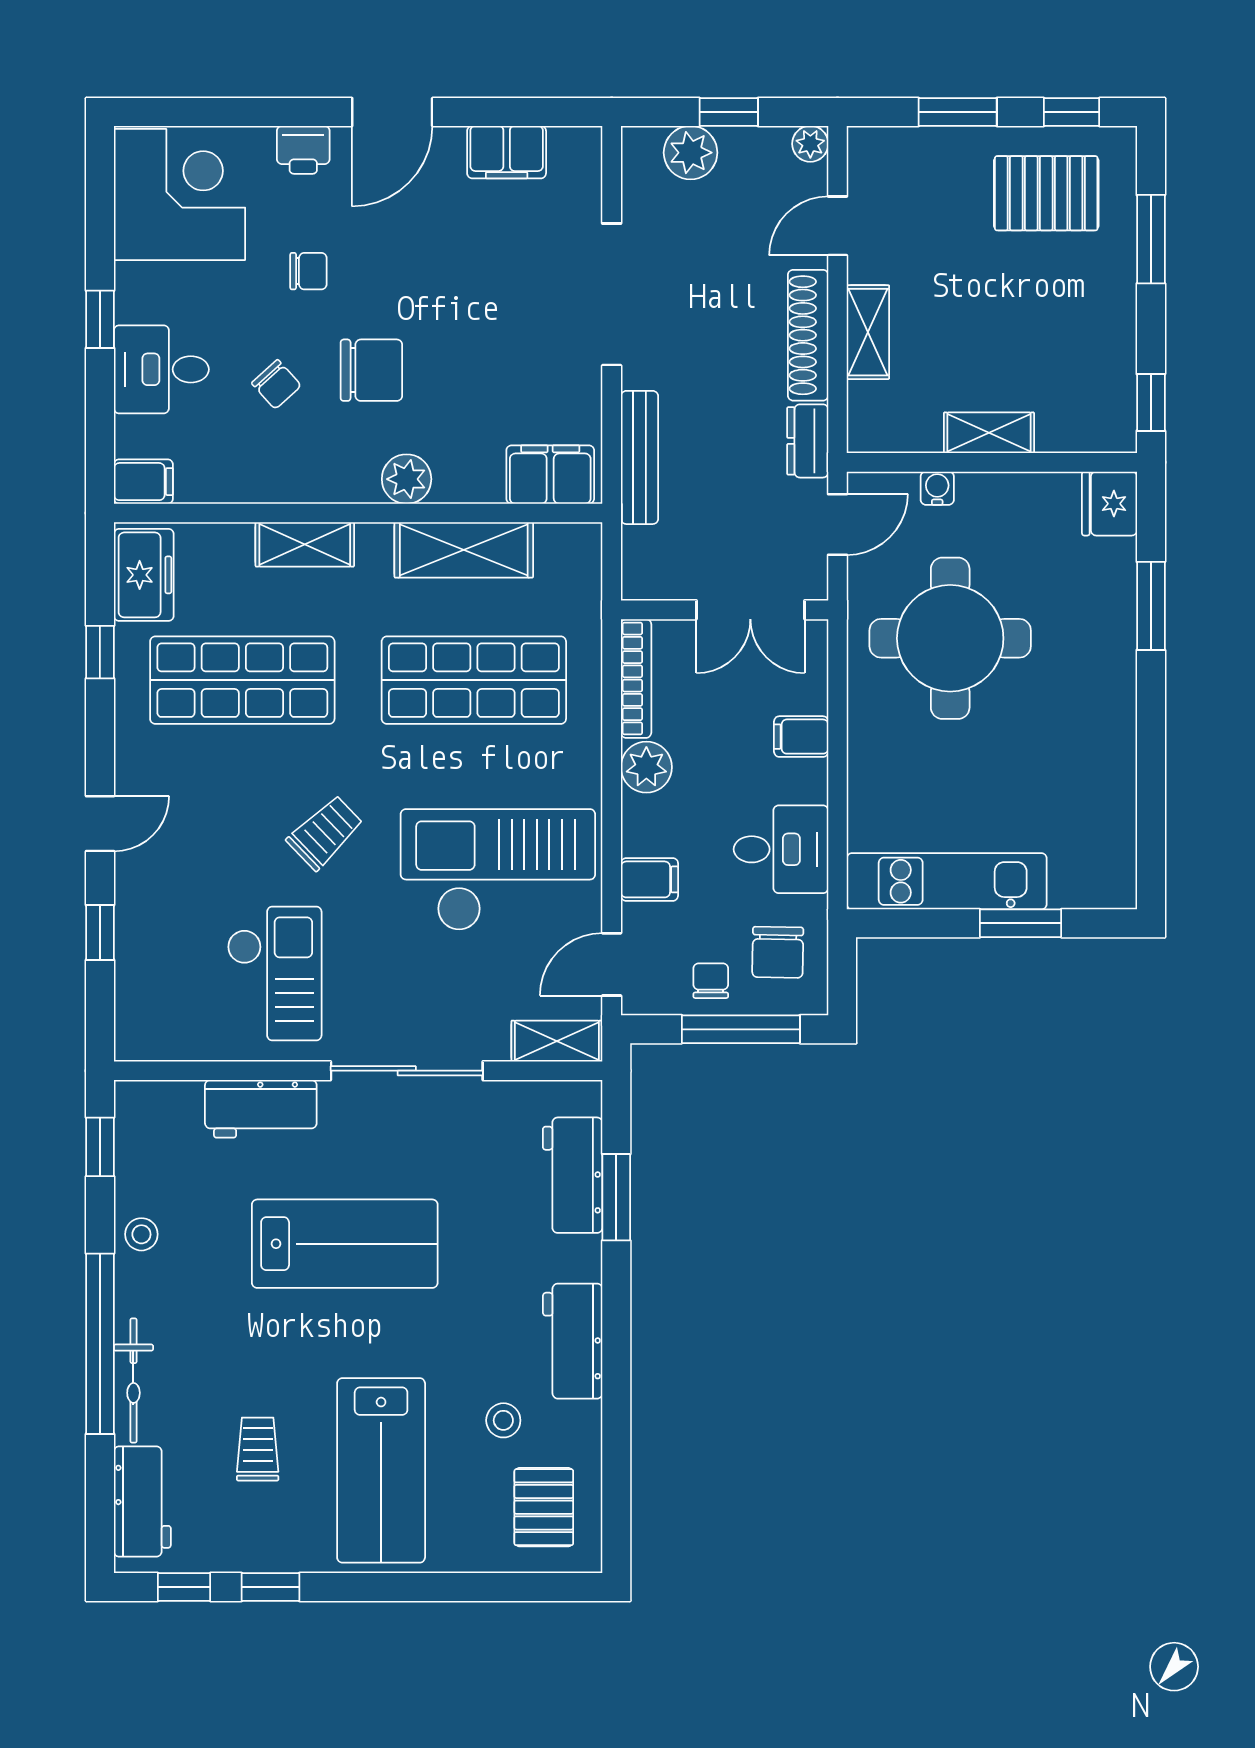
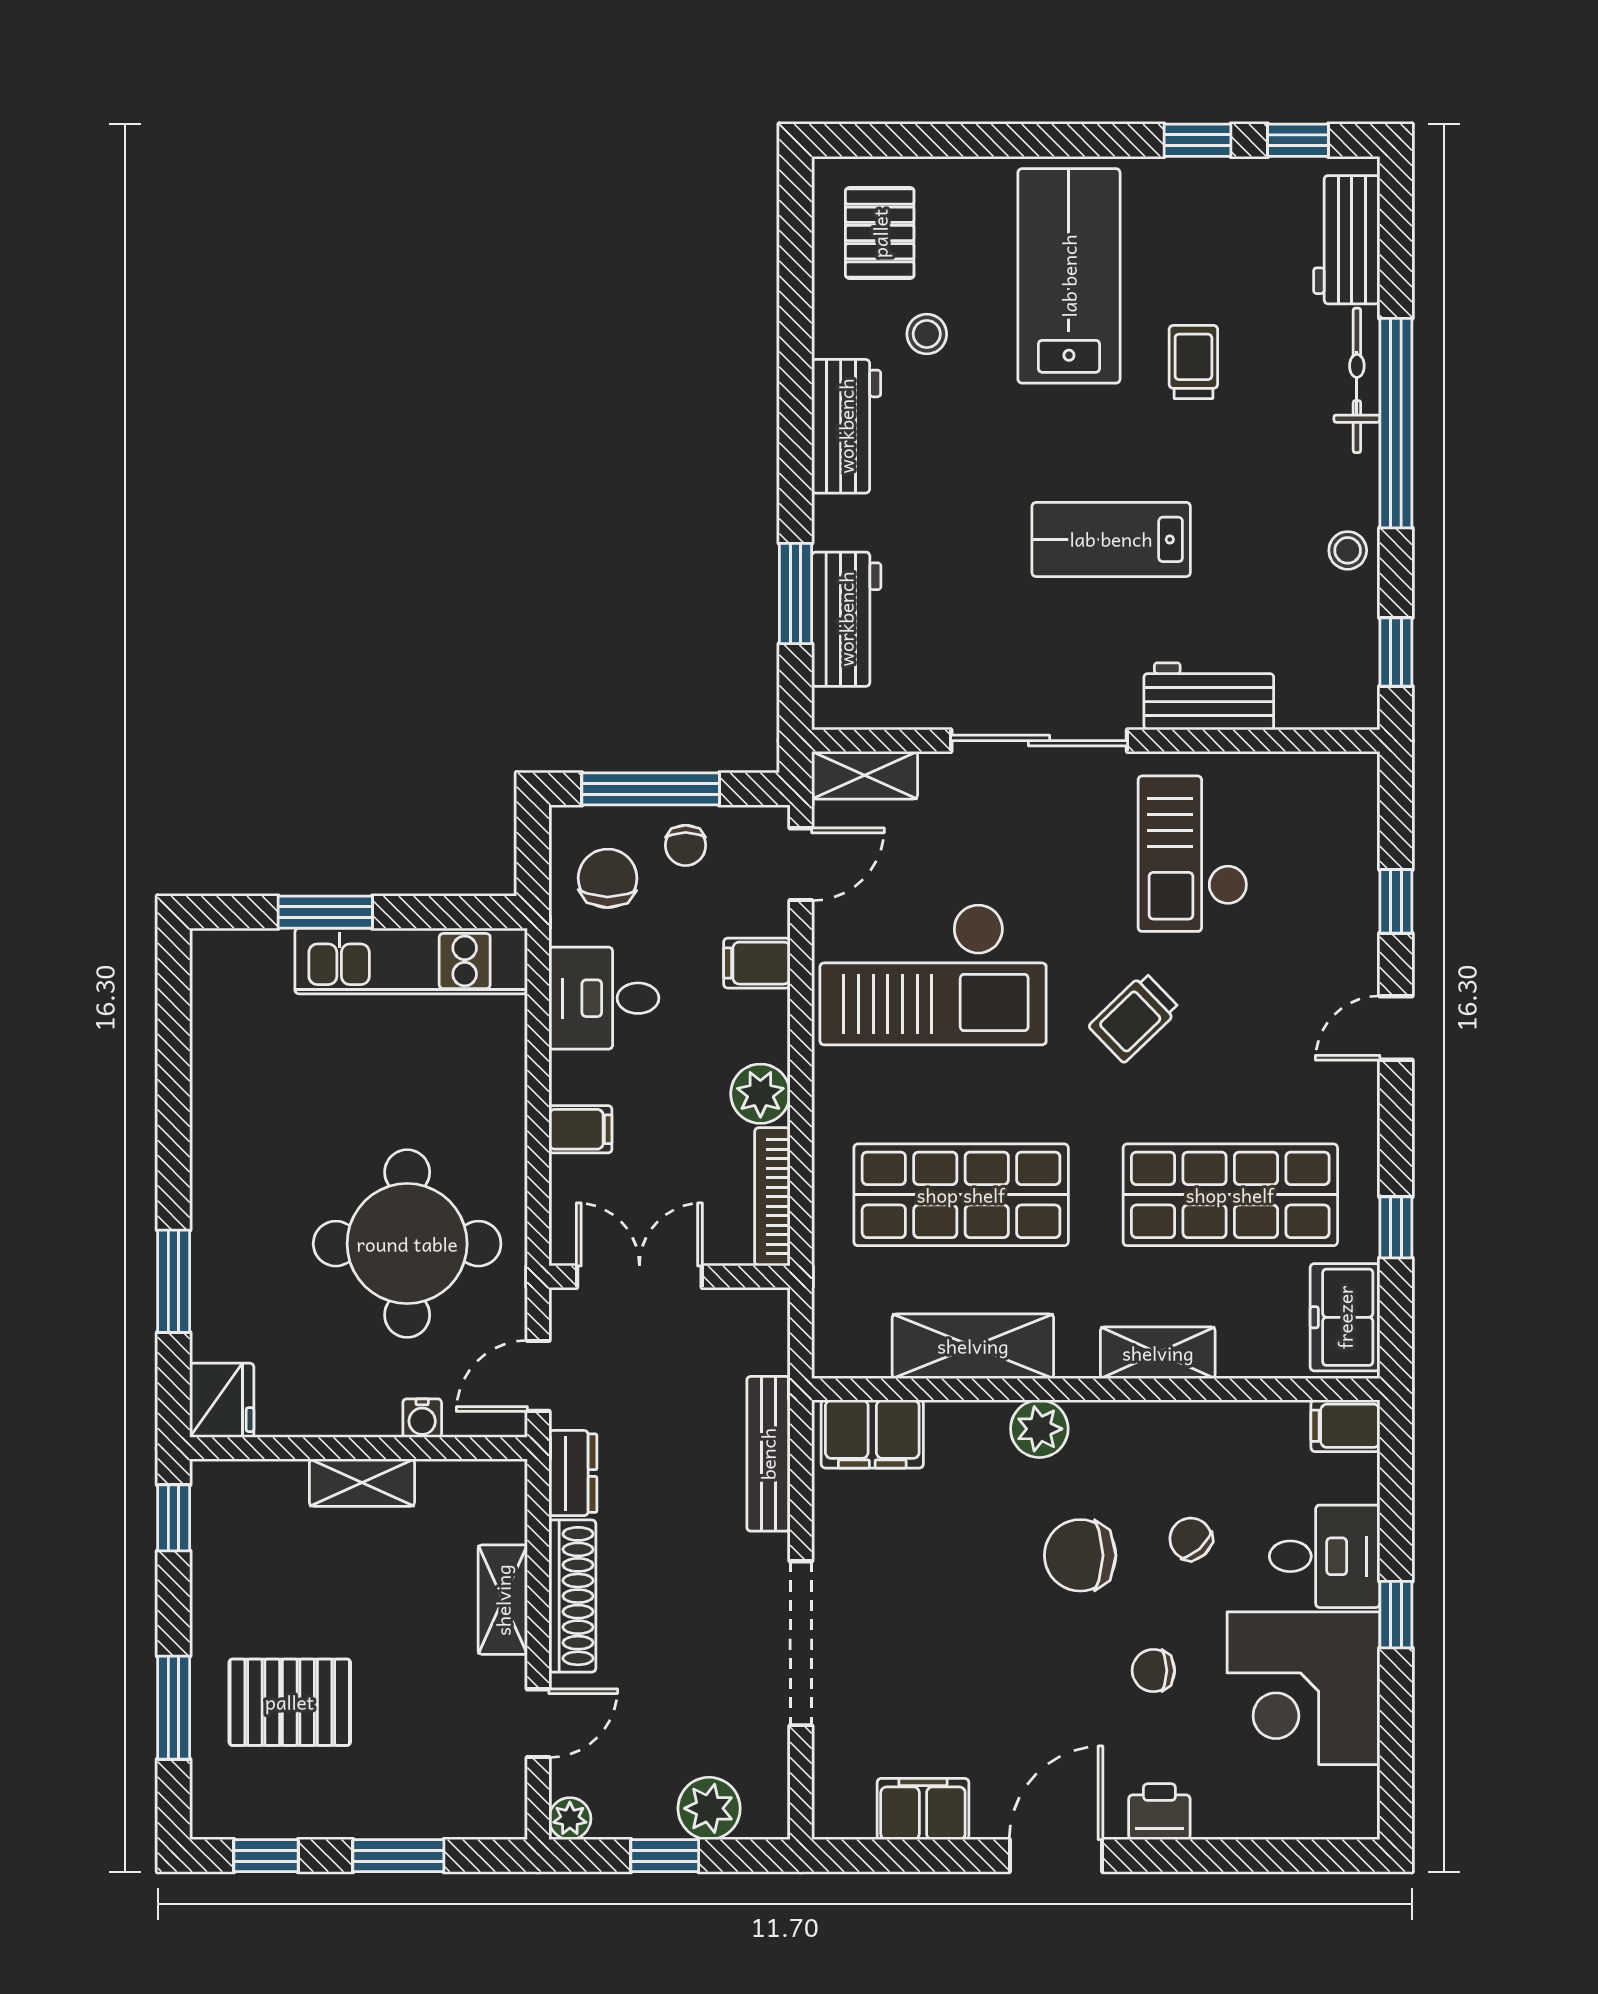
pallet: (1046, 193) -> (290, 1702), moved
corner desk: (179, 194) -> (1303, 1688), moved
lab bench: (345, 1244) -> (1111, 539), width x0.73, depth x0.72
trolley: (258, 1449) -> (1193, 362), moved, turned 180

